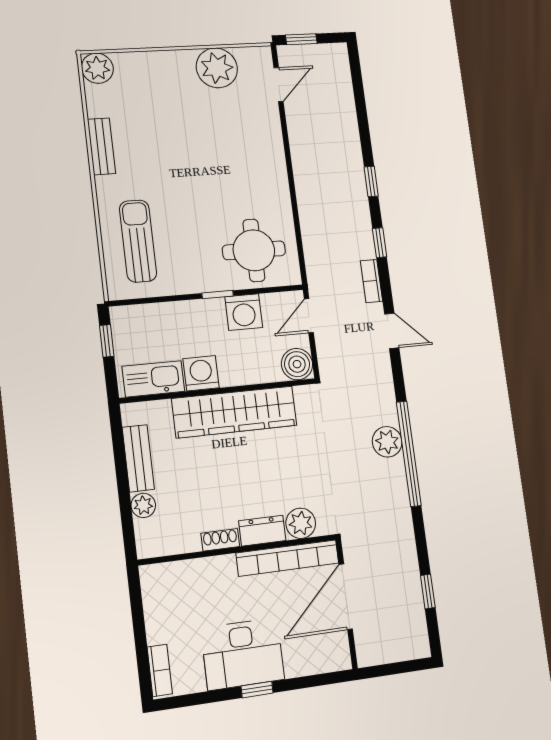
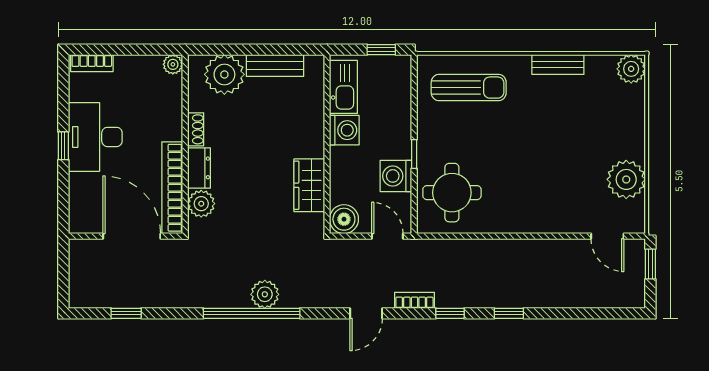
wardrobe: (235, 412) -> (309, 185), width x0.48, depth x0.85
plant: (143, 505) -> (224, 74), width x1.88, depth x1.88
plant: (150, 575) -> (173, 64), added

